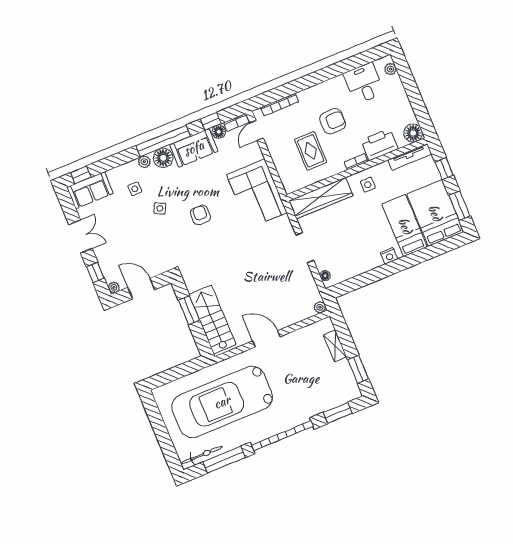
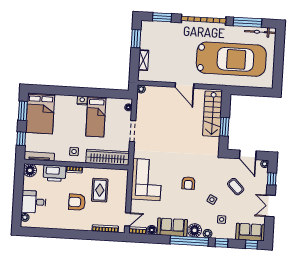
desk: (364, 83) -> (34, 202), moved, turned 90
window: (211, 121) -> (222, 243), moved
bed: (405, 226) -> (96, 117), moved
coffee table: (137, 240) -> (236, 187), added

